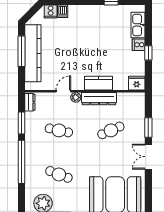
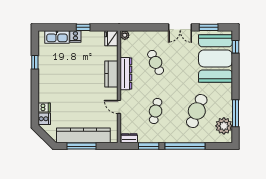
plant: (76, 97) -> (125, 35), moved
window: (148, 128) -> (209, 27), moved
cafe table: (59, 174) -> (197, 111), width x1.37, depth x1.35

